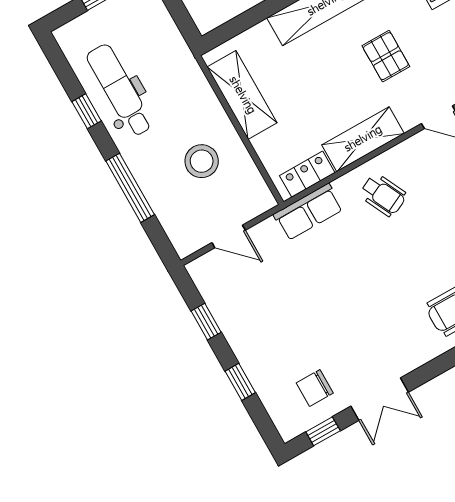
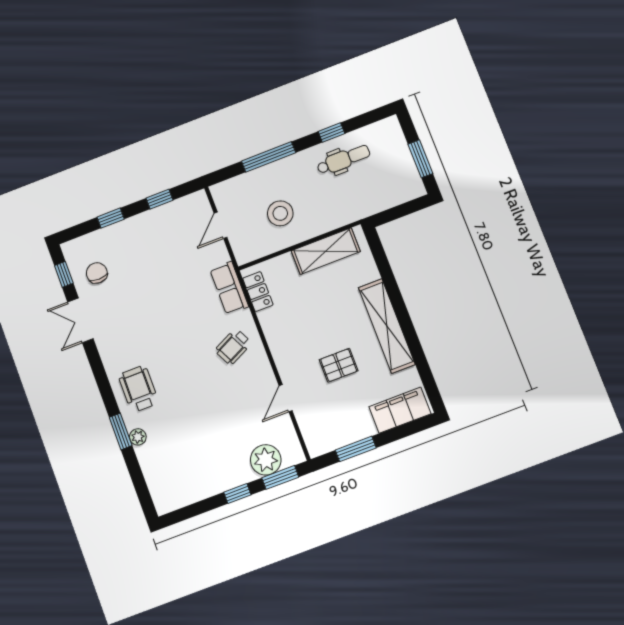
dental chair: (120, 90) -> (343, 160), width x0.73, depth x0.72
shelving: (363, 139) -> (278, 338), removed

